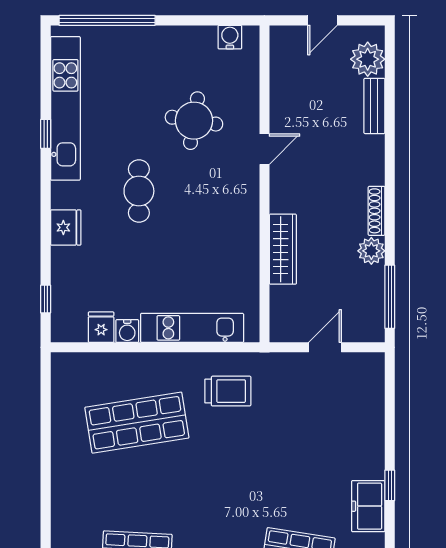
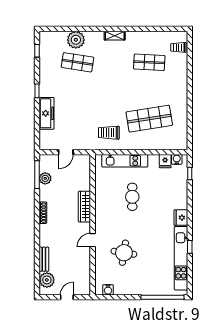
cafe table: (139, 191) -> (132, 197), moved
fridge: (66, 227) -> (181, 218), moved
wardrobe: (283, 249) -> (84, 207), moved
plant: (371, 251) -> (45, 178), moved
water cooler: (127, 331) -> (177, 159), moved
freezer: (368, 506) -> (47, 113), moved, width x1.40

